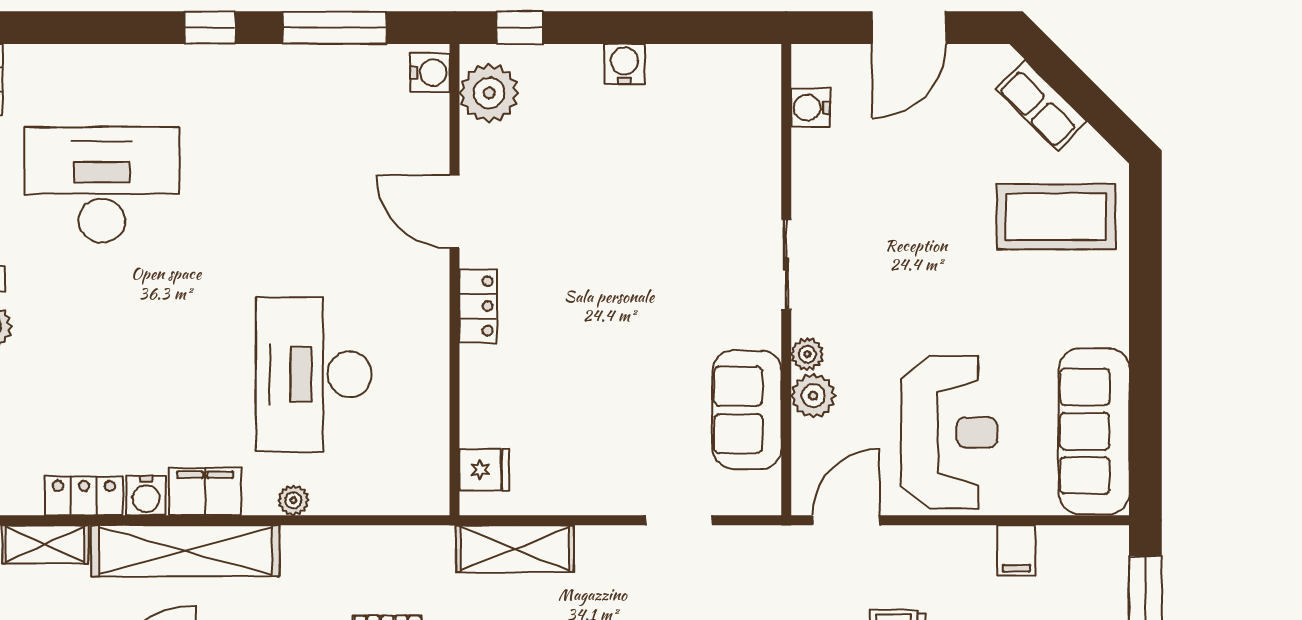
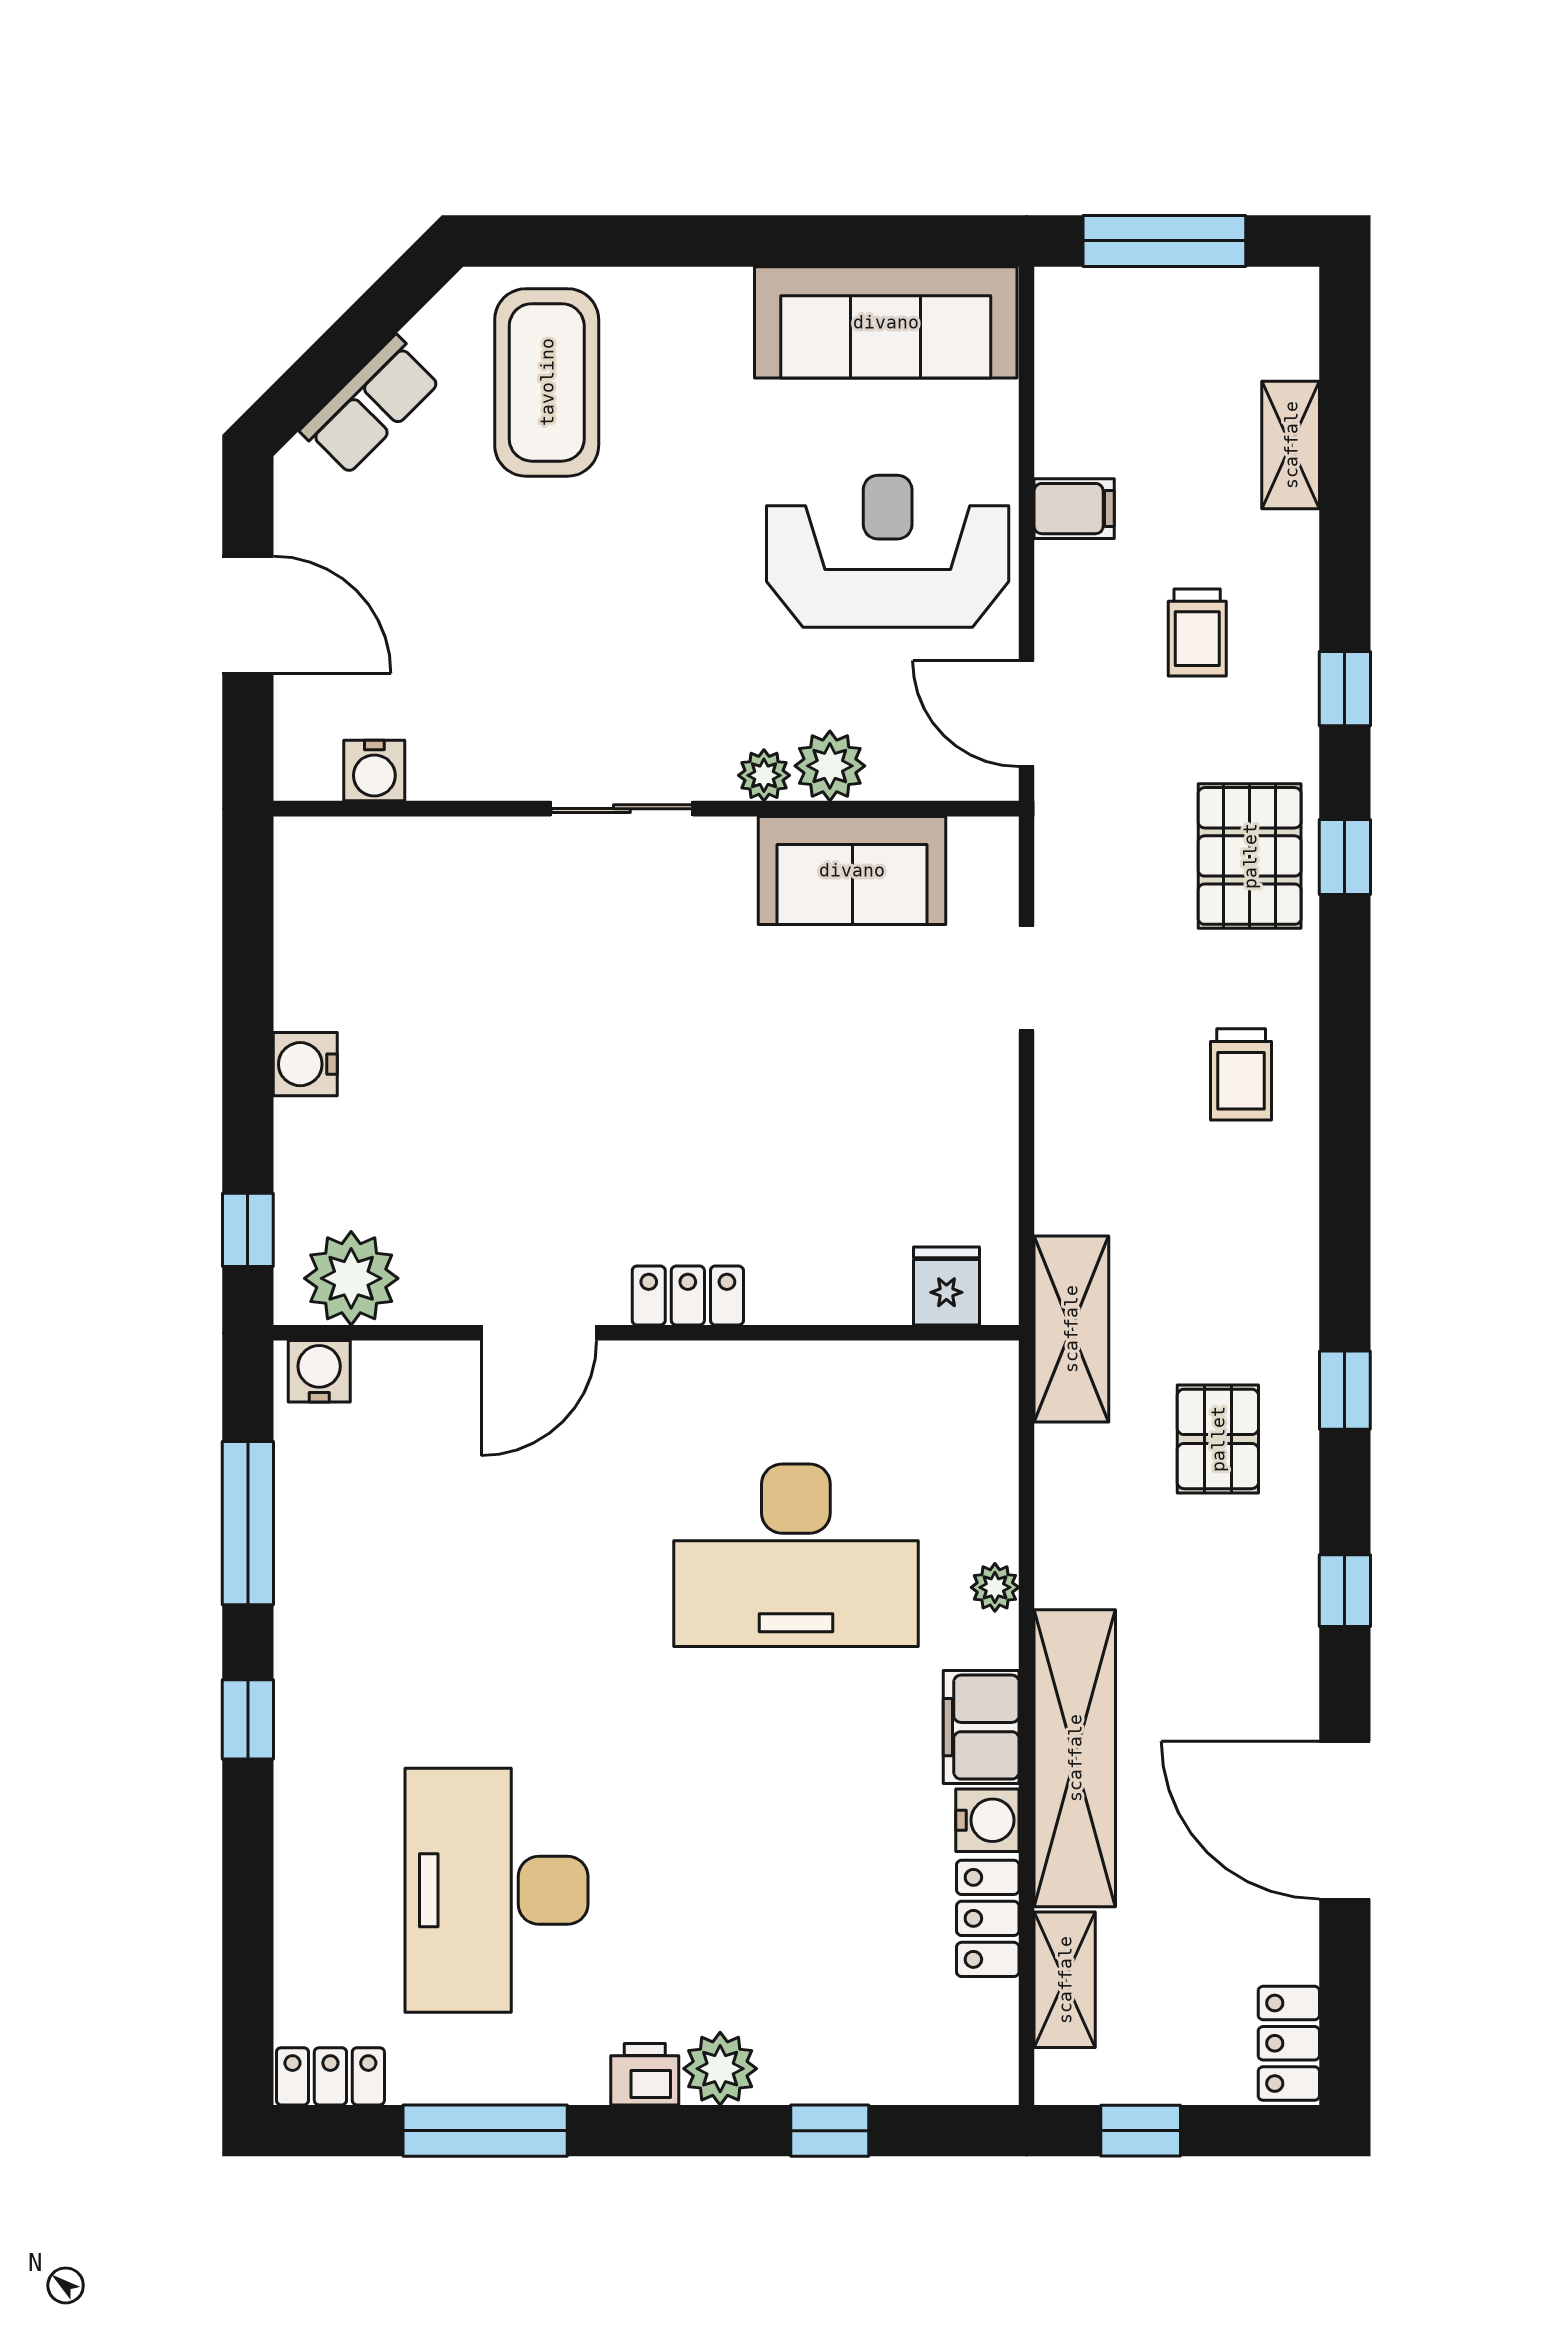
shelving: (515, 549) -> (1071, 1329), moved
filing cabinet: (1016, 550) -> (1074, 509), moved

